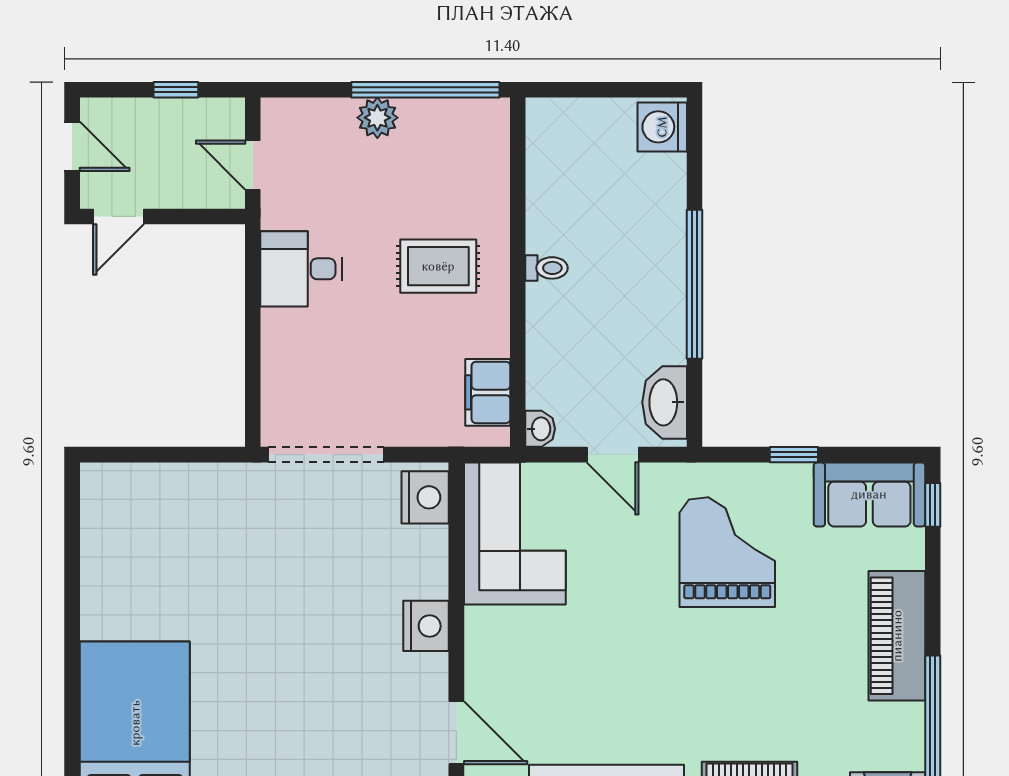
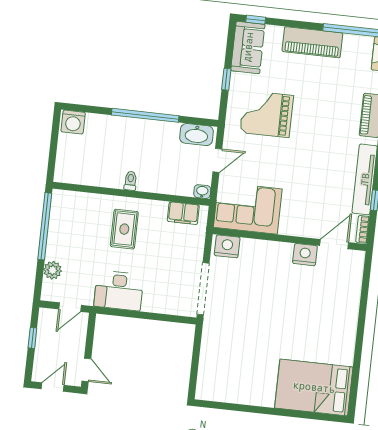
plant: (377, 118) -> (53, 270), moved
desk: (301, 269) -> (119, 291), width x1.37
nightstand: (426, 626) -> (305, 255), moved

